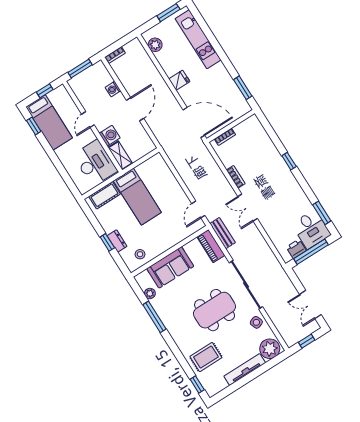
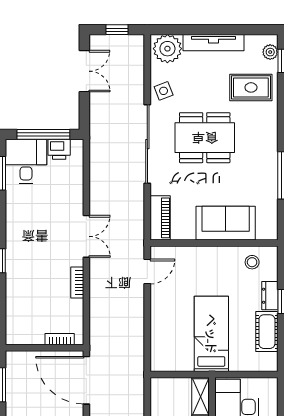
cot: (104, 195) -> (267, 332), moved, turned 90
bench: (222, 233) -> (136, 225), removed
plant: (150, 293) -> (270, 52), moved

